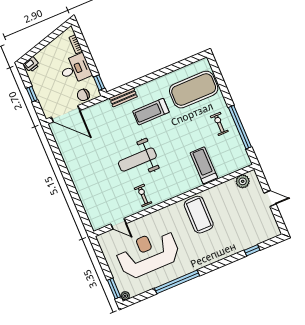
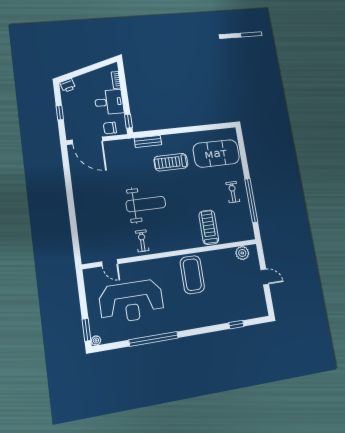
weight bench: (137, 160) -> (146, 204), turned 180
reception desk: (148, 254) -> (131, 301), turned 180

